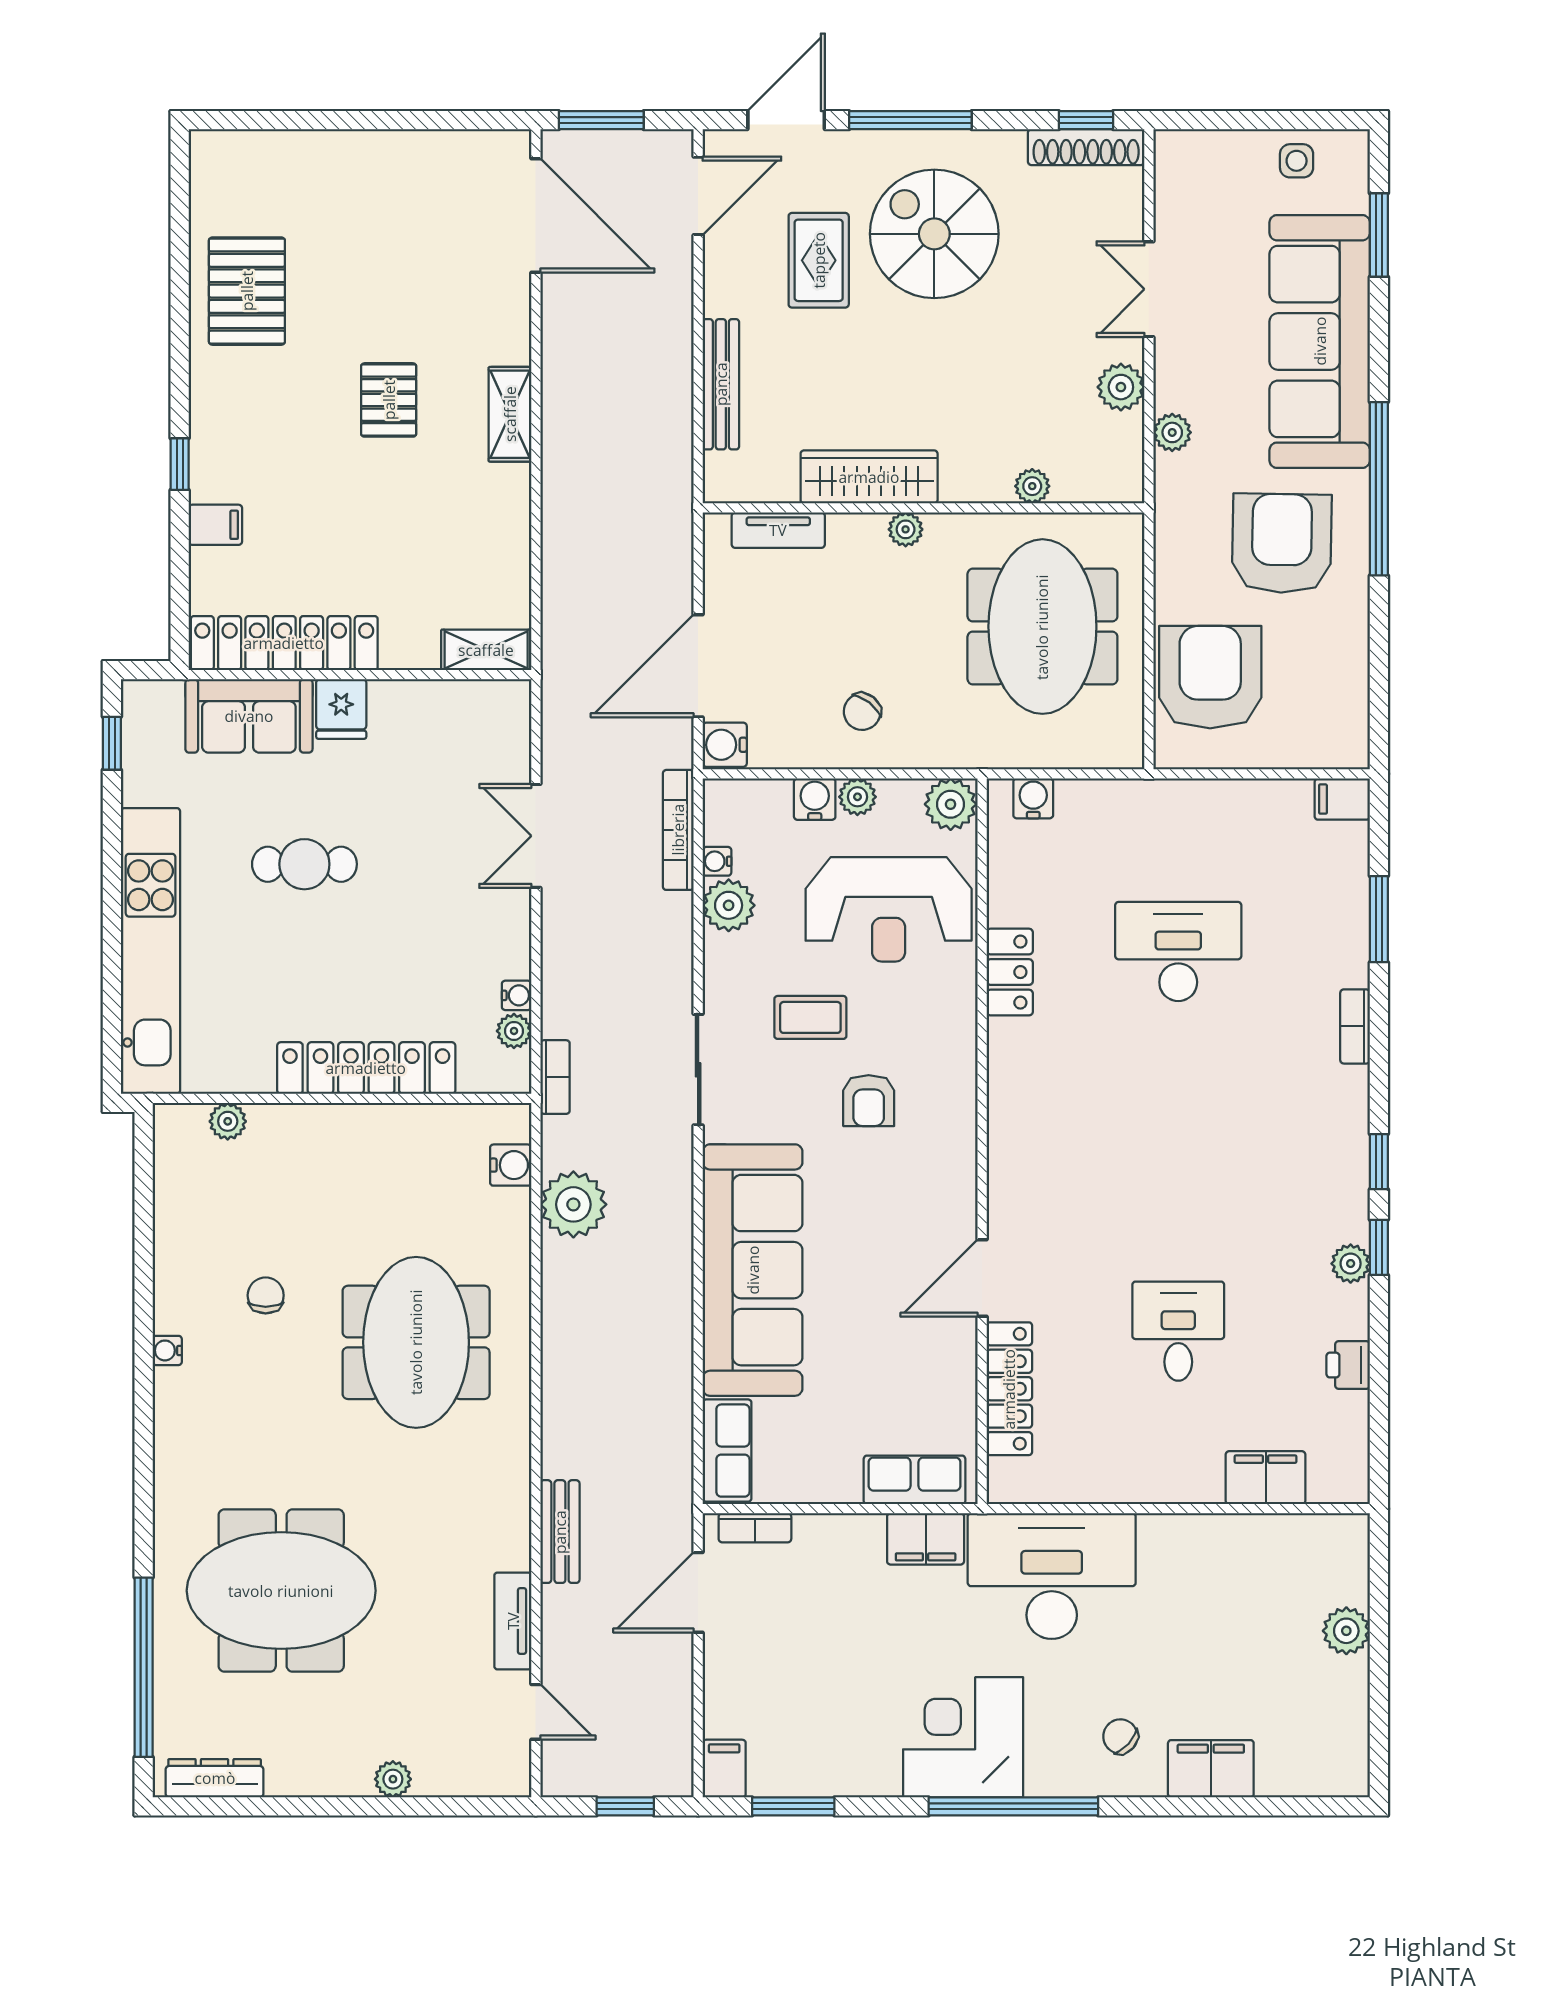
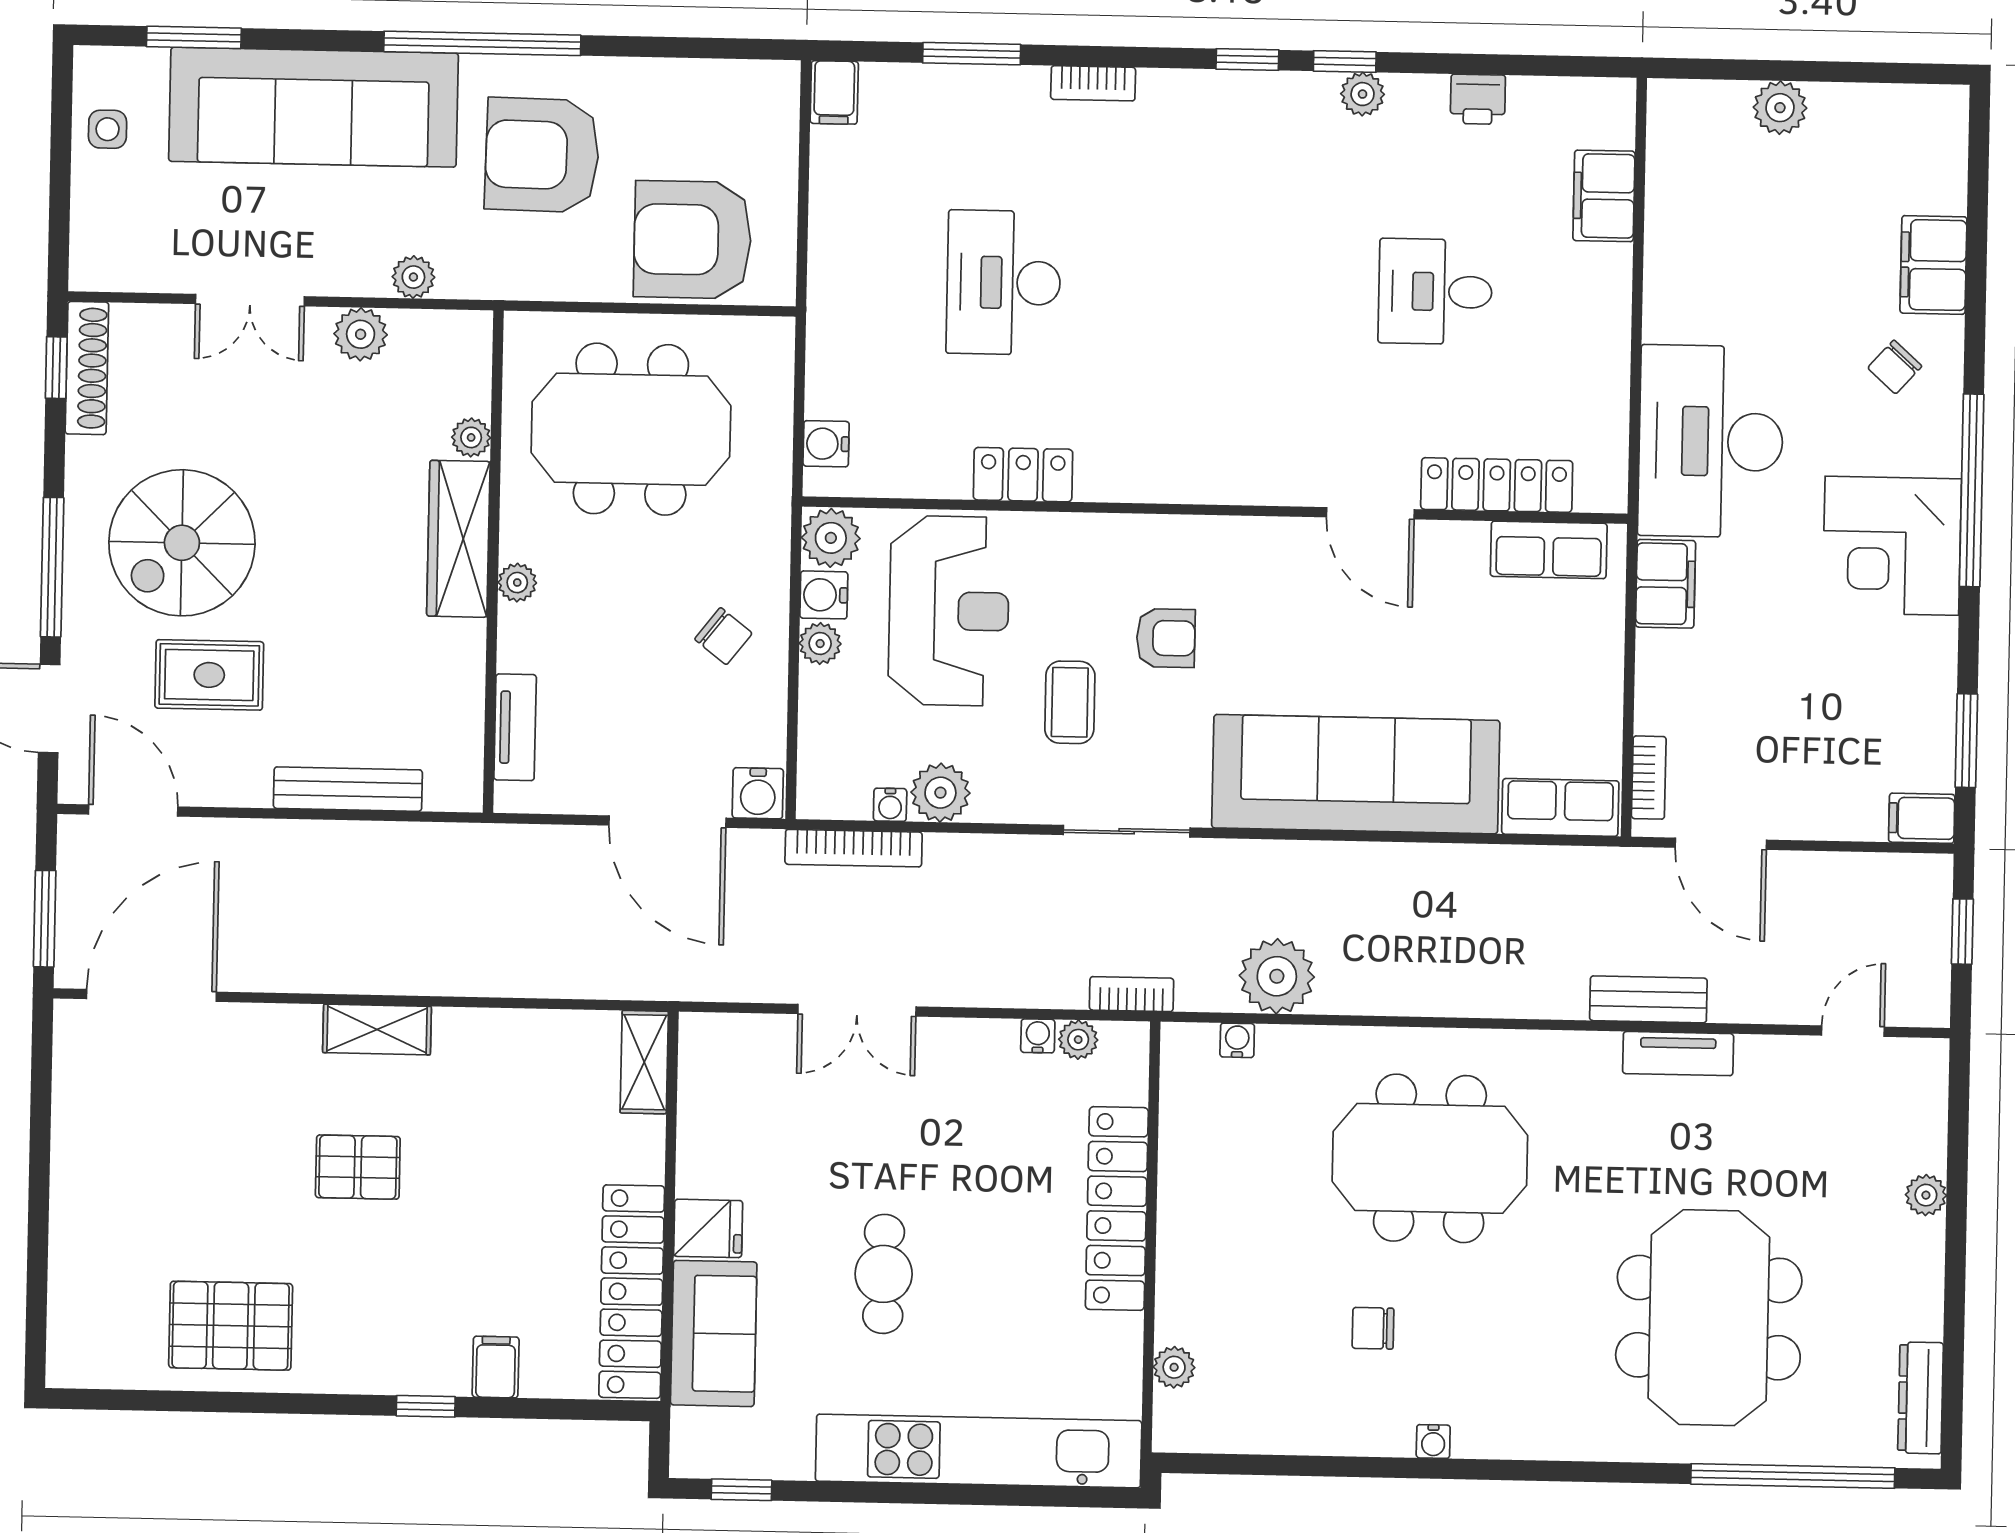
wardrobe: (869, 477) -> (458, 539), moved
water cooler: (815, 799) -> (824, 595), moved
water cooler: (511, 1165) -> (1237, 1040), width x0.72, depth x0.72
row of seats: (915, 1480) -> (1549, 550), moved, turned -90
tv unit: (513, 1621) -> (1678, 1054), moved

